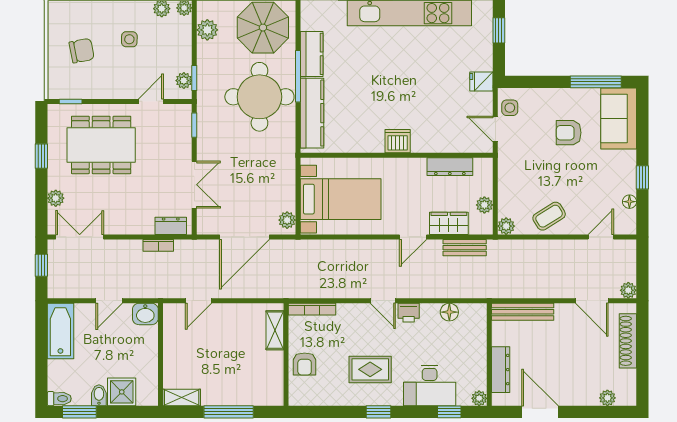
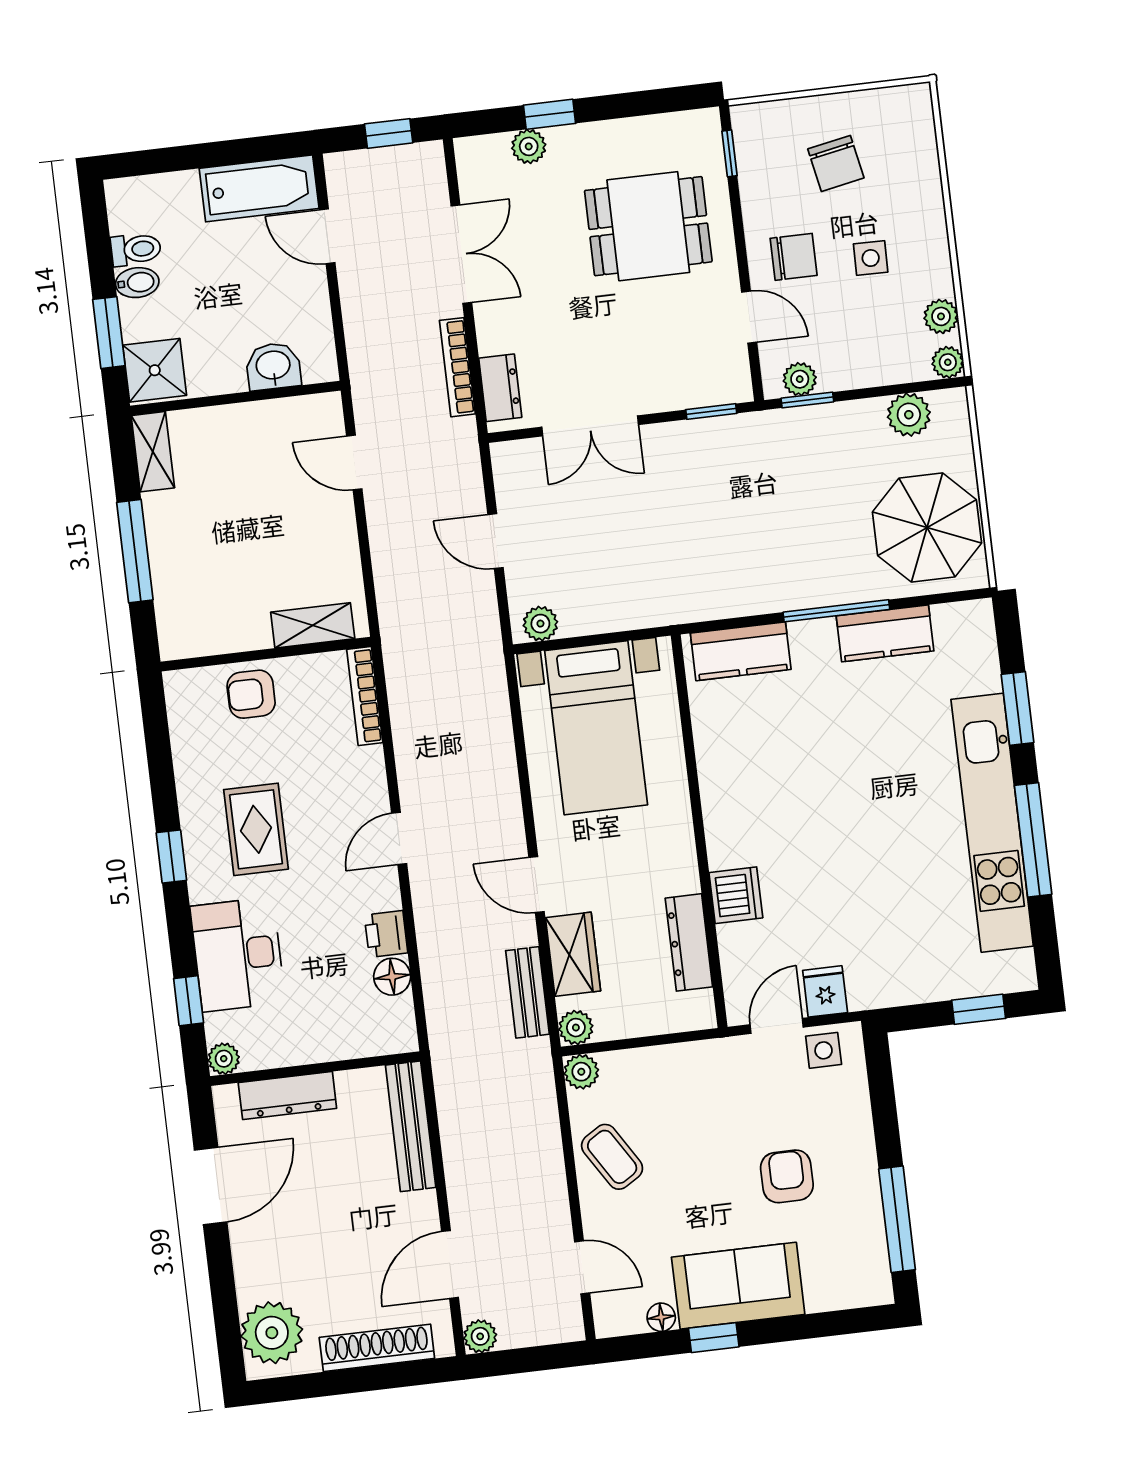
chair: (124, 76) -> (794, 257), added
fridge: (481, 82) -> (825, 991), moved
round table: (259, 97) -> (785, 537), removed
kitchen counter: (312, 113) -> (741, 651), width x0.67
sofa: (619, 119) -> (738, 1286), moved
dishwasher: (398, 141) -> (736, 895), moved
dining table: (101, 145) -> (648, 226), width x0.73
window: (41, 156) -> (549, 114), moved
plant: (484, 205) -> (576, 1028), moved
double door: (80, 237) -> (461, 254), moved
door: (245, 237) -> (496, 541), width x0.53
bookcase: (158, 245) -> (457, 367), width x1.56
door: (109, 301) -> (327, 236), moved
printer: (409, 313) -> (386, 934), moved
washbasin: (145, 314) -> (273, 366), moved, turned 90
shower: (122, 392) -> (155, 370), moved
plant: (607, 398) -> (272, 1333), width x1.87, depth x1.87
toilet: (59, 399) -> (136, 249), moved, turned -90
window: (79, 412) -> (109, 333), moved

